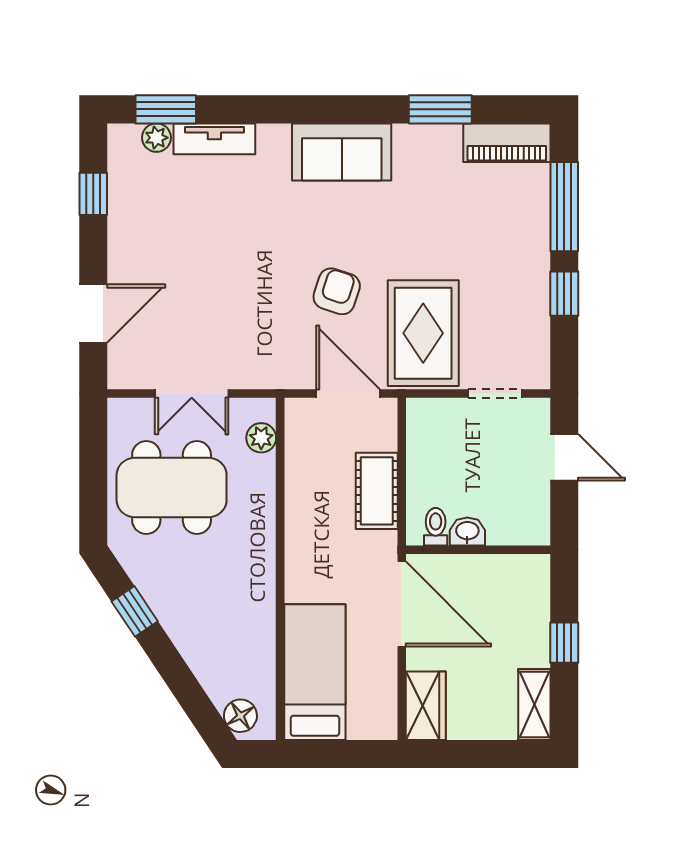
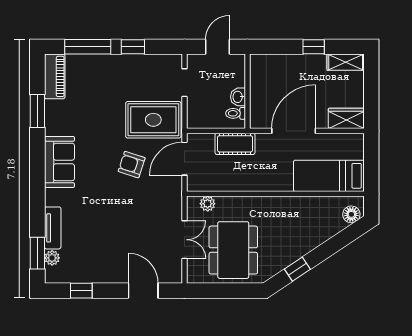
toilet: (436, 527) -> (236, 113), moved
washbasin: (467, 531) -> (238, 97), moved
wall: (478, 550) -> (247, 91), moved

